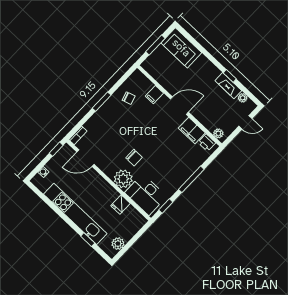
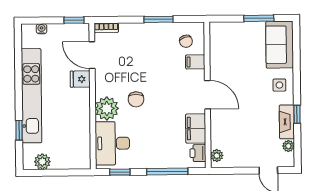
side table: (204, 70) -> (279, 85), added
filing cabinet: (154, 95) -> (195, 62), moved
door: (179, 106) -> (207, 95), moved
wall: (179, 106) -> (207, 95), moved
filing cabinet: (192, 130) -> (196, 129), moved
plant: (218, 133) -> (217, 156), moved
printer: (207, 143) -> (198, 153), moved
fridge: (120, 205) -> (80, 79), moved

